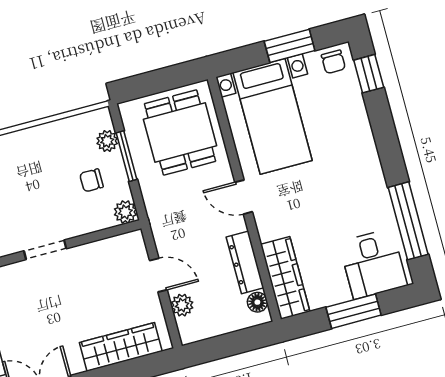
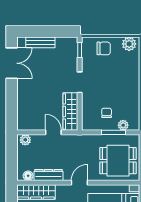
plant: (125, 212) -> (87, 125), removed
door: (158, 275) -> (53, 132), swing flipped
plant: (182, 305) -> (25, 140), moved
wardrobe: (121, 347) -> (70, 112), moved, turned 180

